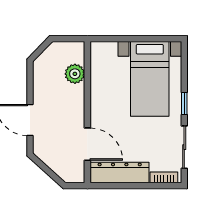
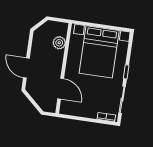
bed with nightstands: (150, 79) -> (99, 52), width x1.36
dresser: (120, 173) -> (79, 110), removed

